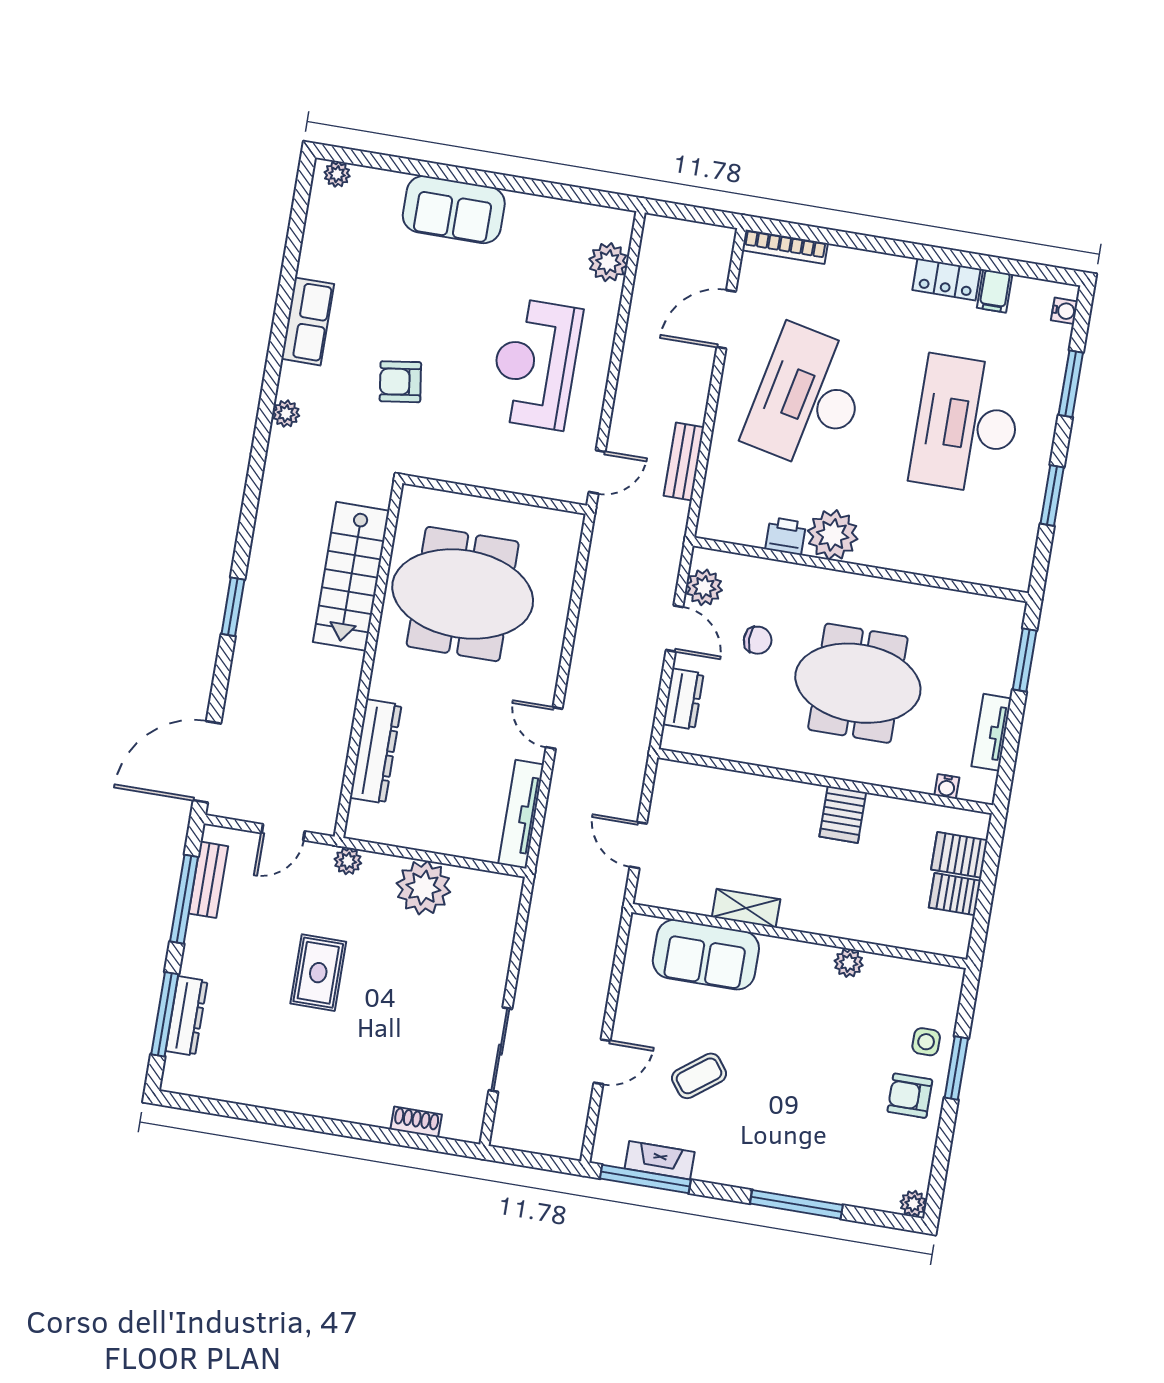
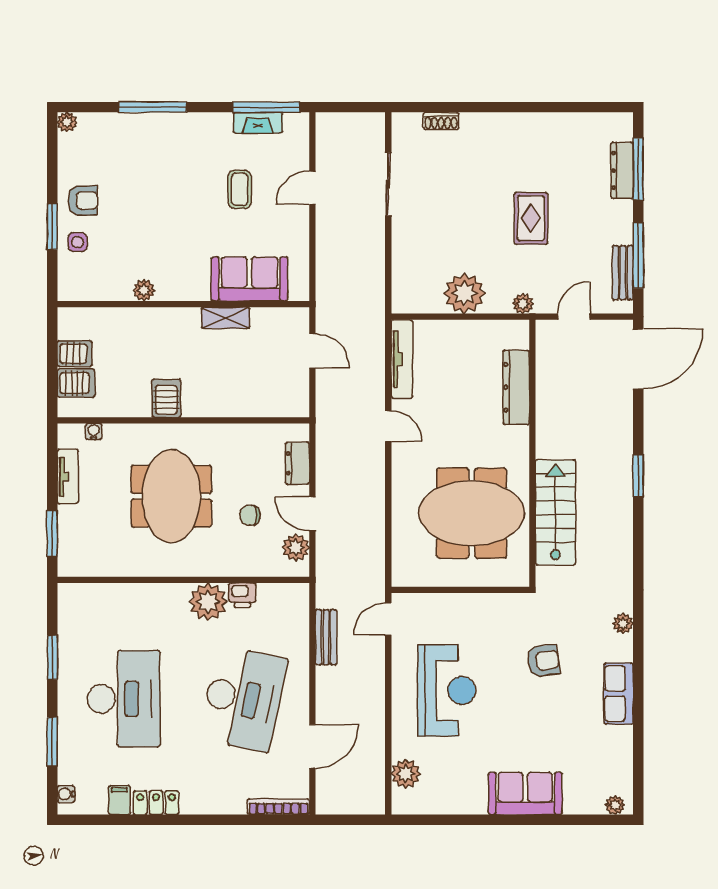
meeting table: (858, 683) -> (171, 496), turned 90
coffee table: (699, 1076) -> (240, 189), turned -53

